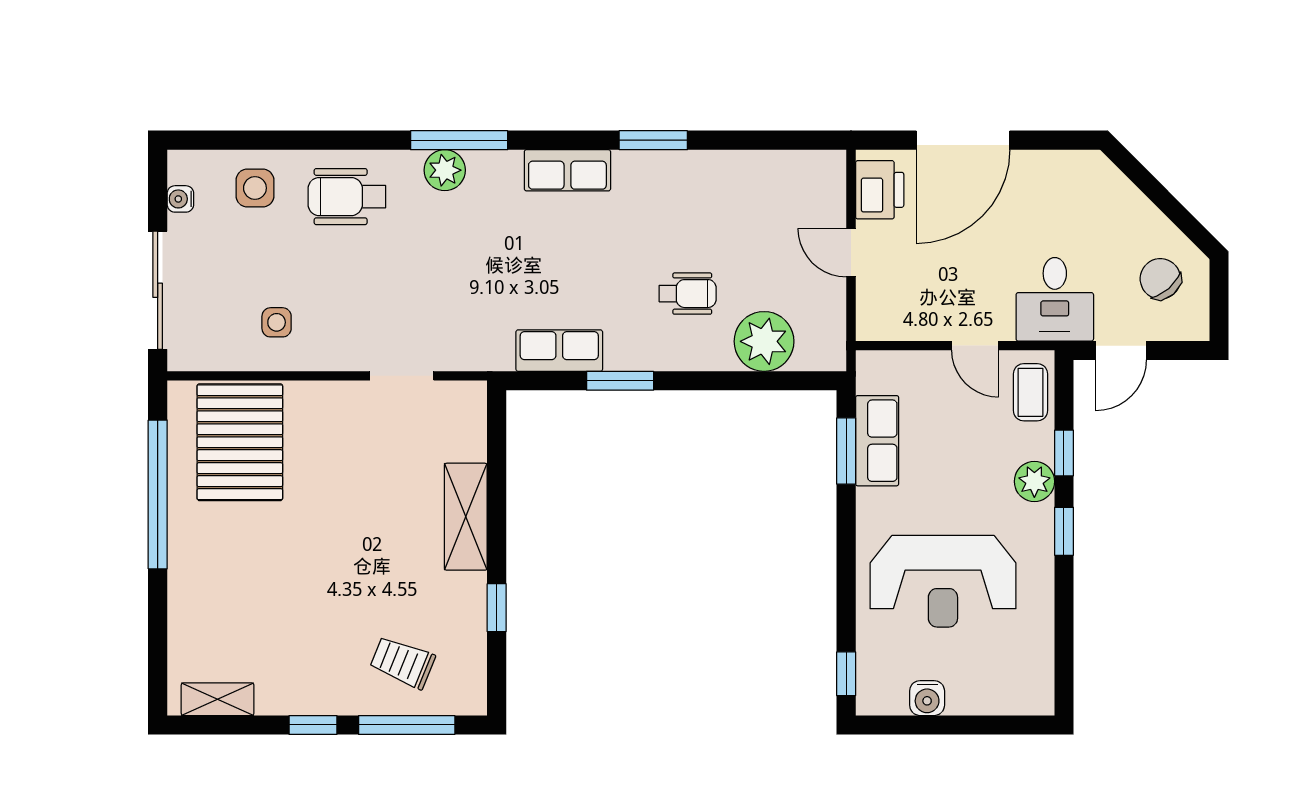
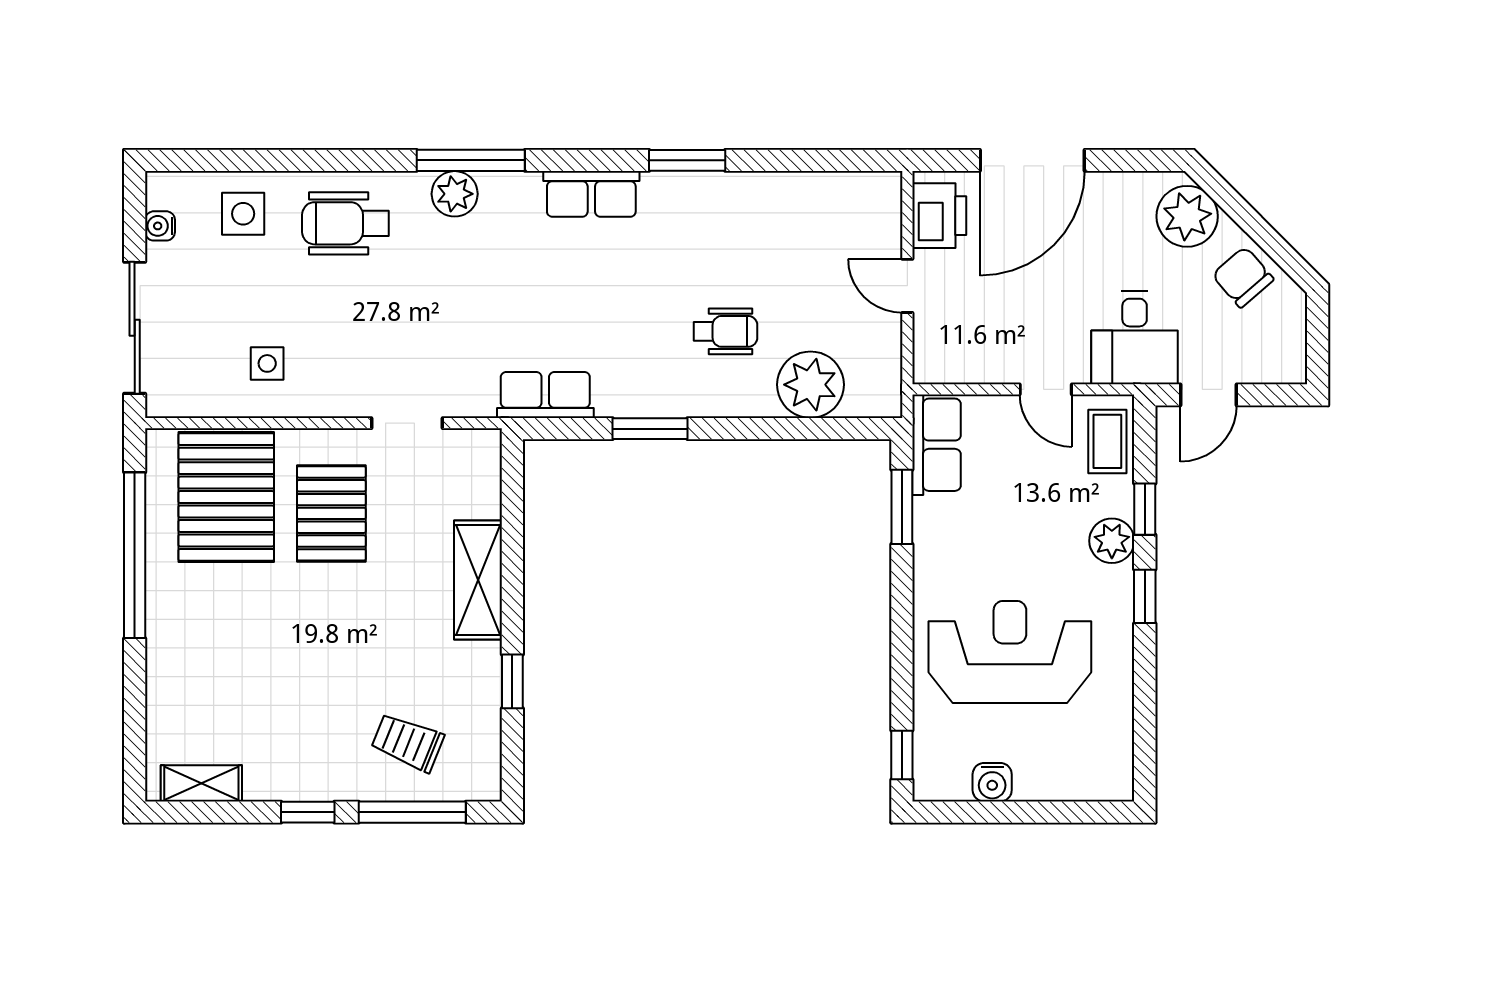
plant: (1102, 190) -> (1187, 216), added
chair: (1160, 279) -> (1243, 277), moved
row of seats: (559, 351) -> (545, 395), moved
row of seats: (877, 441) -> (937, 445), moved
pallet: (334, 457) -> (331, 513), added
reception desk: (943, 581) -> (1010, 652), turned 180

